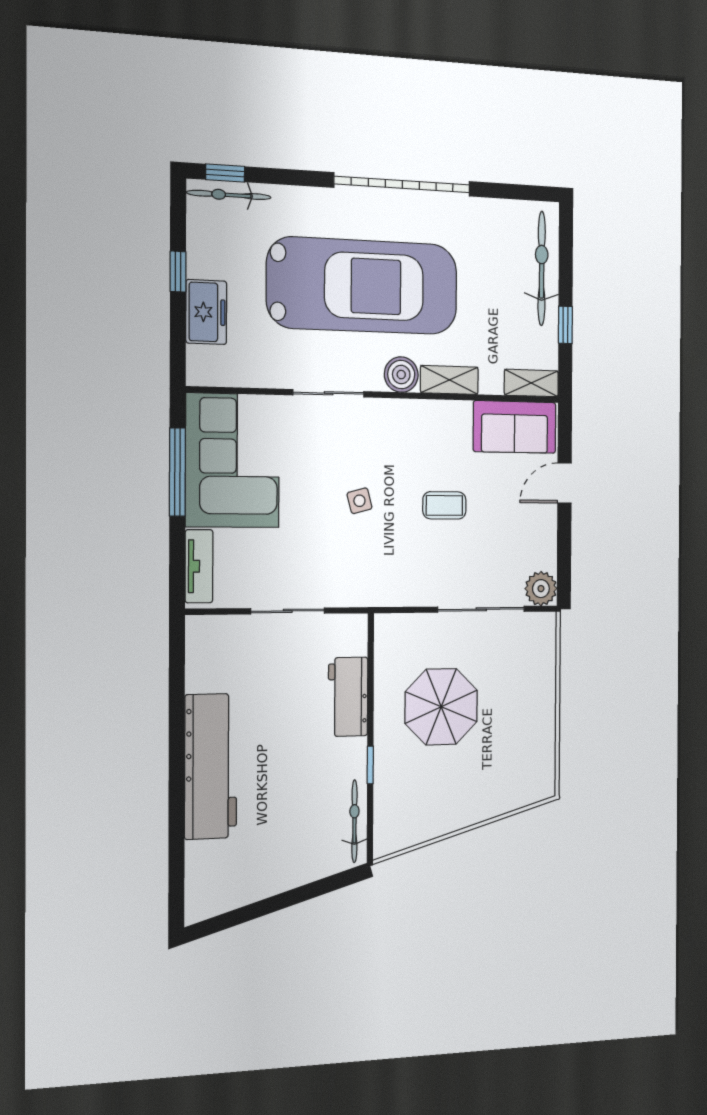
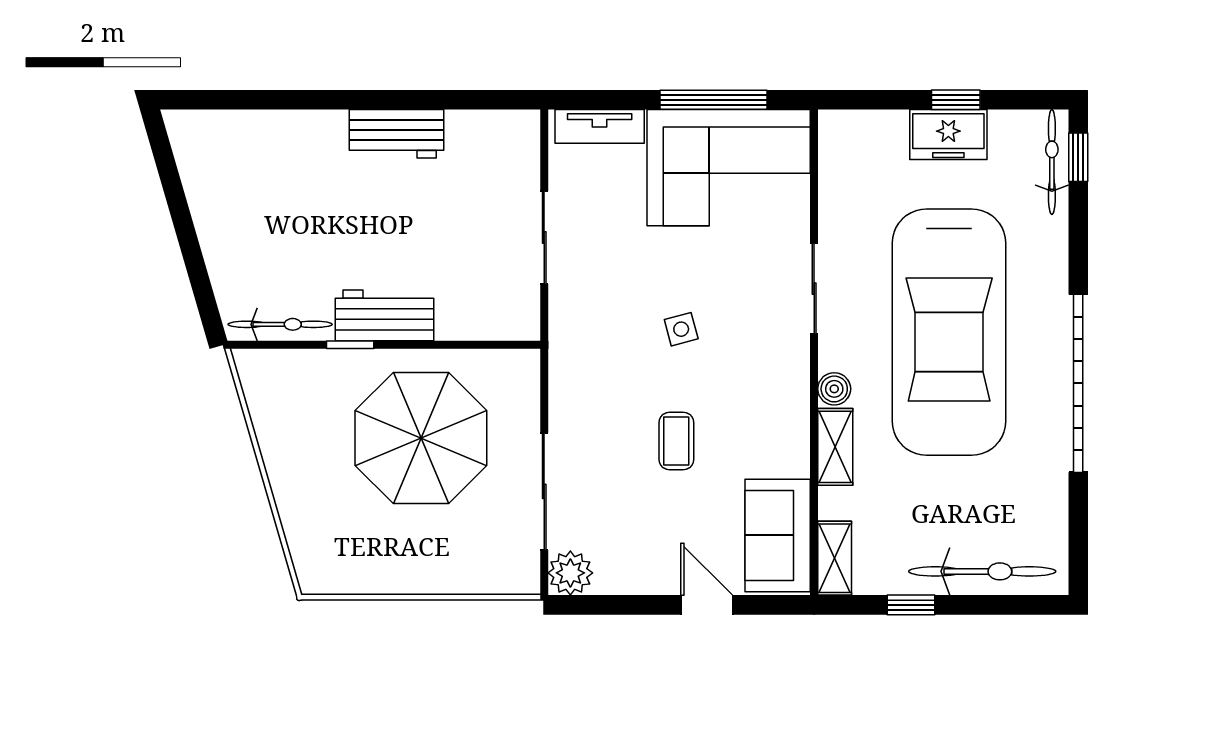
freezer: (206, 312) -> (948, 135), moved
boiler: (401, 375) -> (834, 389), width x0.73, depth x0.73
workbench: (348, 697) -> (384, 315), moved
parasol: (441, 707) -> (421, 438), width x1.36, depth x1.36
workbench: (211, 766) -> (396, 134), width x0.53, depth x0.76

